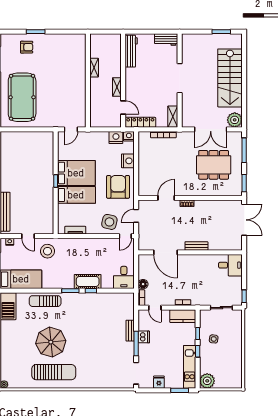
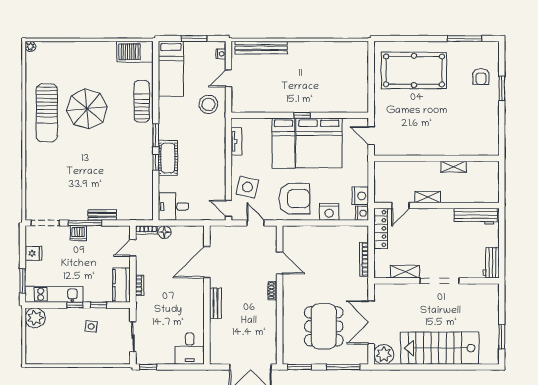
shelving: (173, 117) -> (405, 272), moved
bed: (76, 173) -> (319, 143), width x1.36
dishwasher: (144, 337) -> (78, 233), moved

